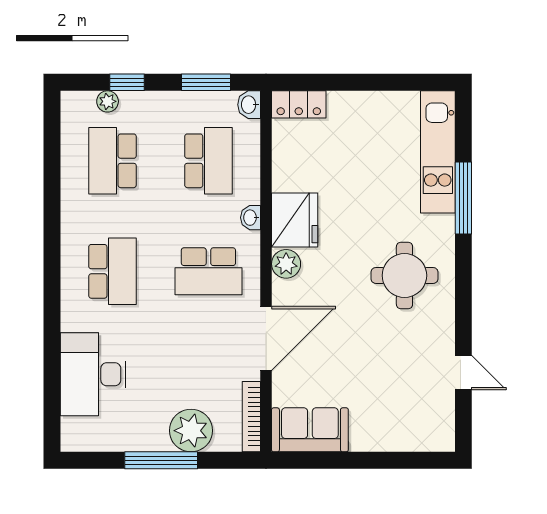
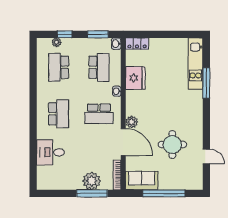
fridge: (295, 220) -> (135, 78), moved
plant: (286, 264) -> (132, 122), moved
round table: (404, 275) -> (172, 145), moved
door: (266, 338) -> (123, 142), hinge flipped
desk: (93, 374) -> (50, 152), width x0.73
window: (161, 460) -> (92, 193), moved
window: (363, 460) -> (164, 193), added

